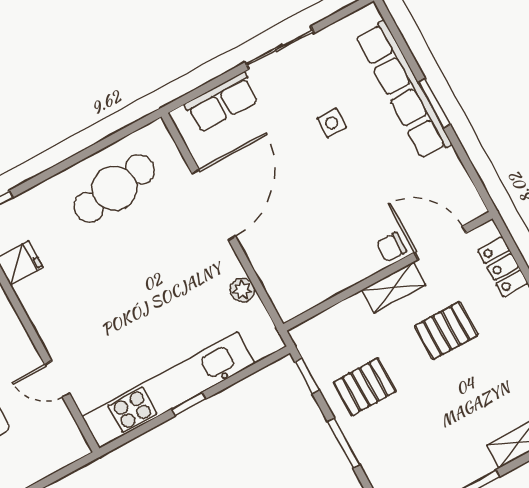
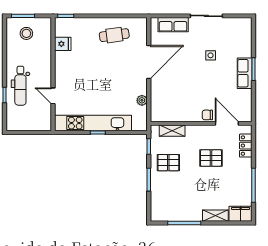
row of seats: (403, 90) -> (245, 73), width x0.50
cafe table: (114, 188) -> (114, 35), width x0.73, depth x0.74
shelving: (394, 287) -> (172, 131), moved

